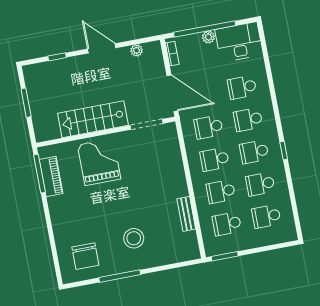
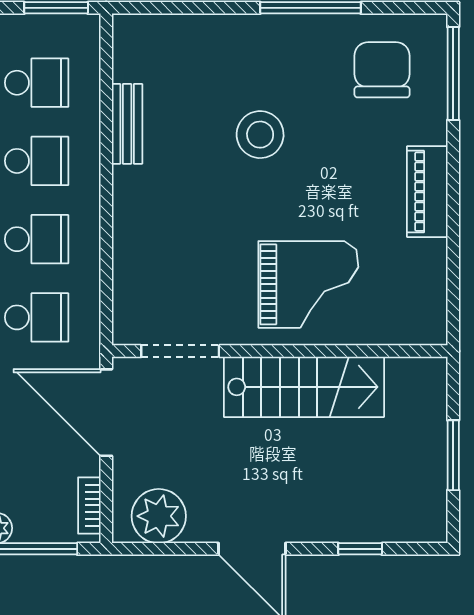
plant: (137, 50) -> (159, 516), width x1.87, depth x1.87
grand piano: (99, 162) -> (308, 284), turned -90
window: (39, 174) -> (453, 73), moved
piano: (51, 176) -> (427, 192), moved
stool: (134, 238) -> (260, 135), moved

